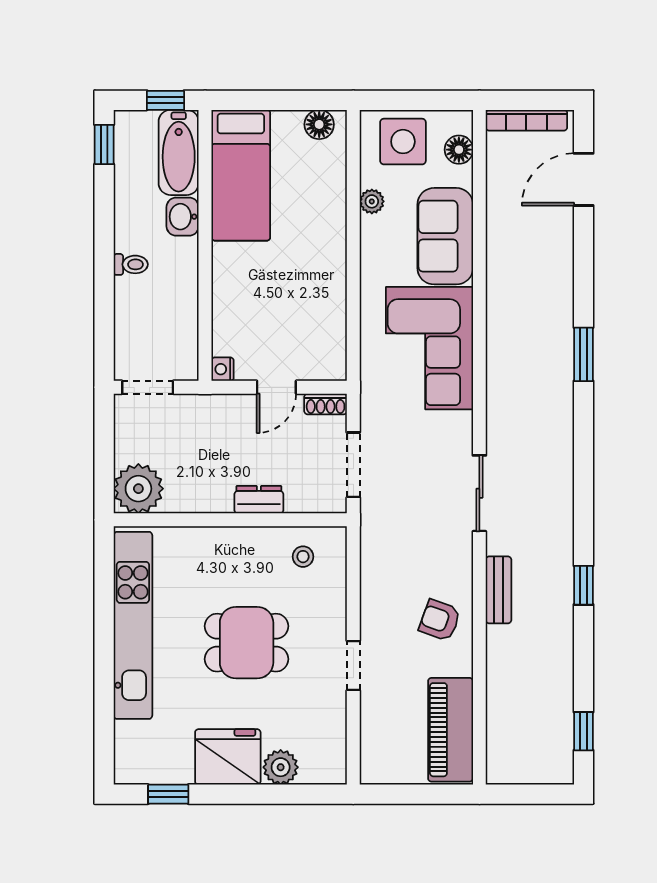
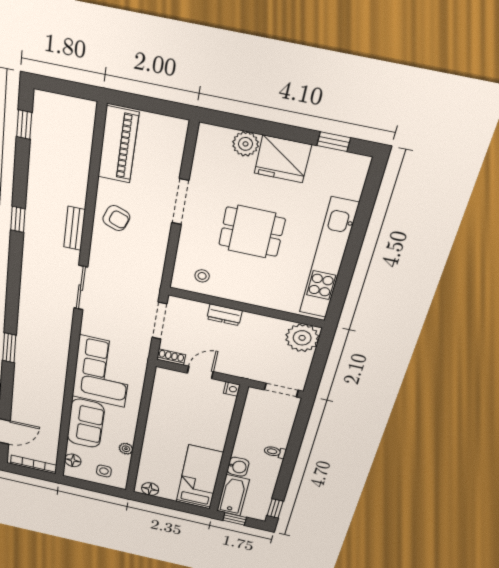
side table: (403, 142) -> (104, 471), width x0.54, depth x0.54
doorway: (353, 666) -> (180, 202), width x1.38

